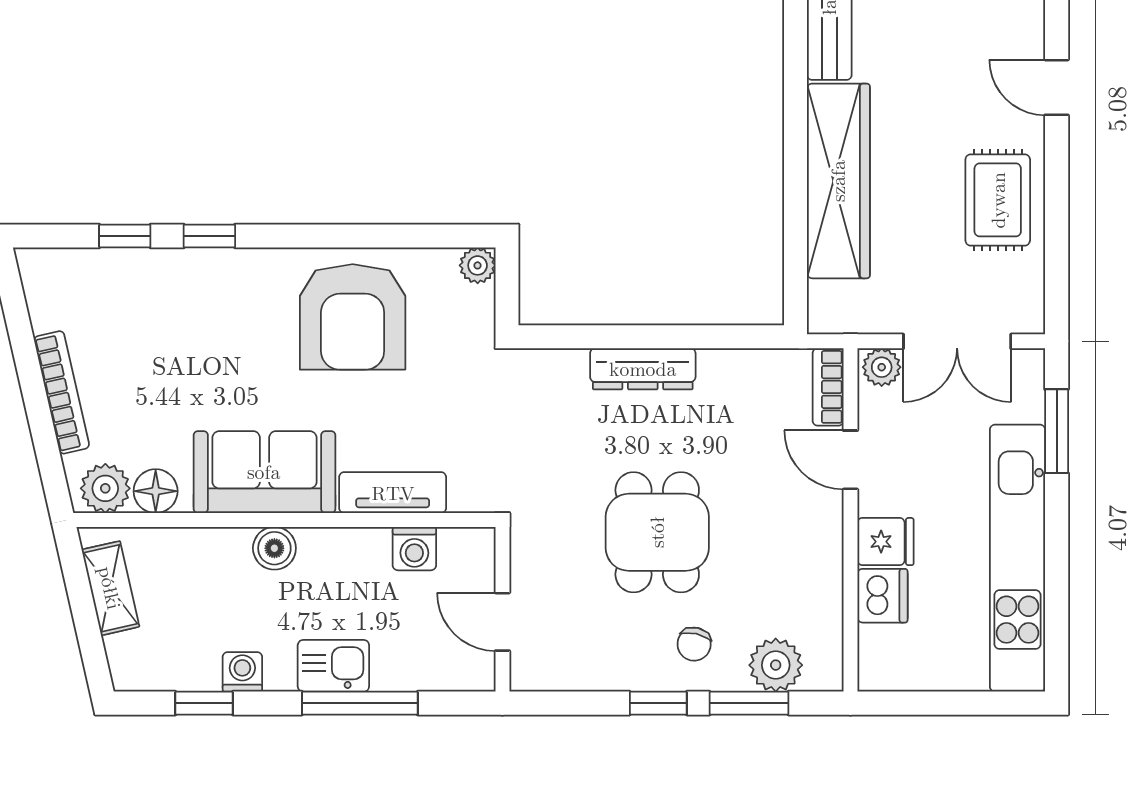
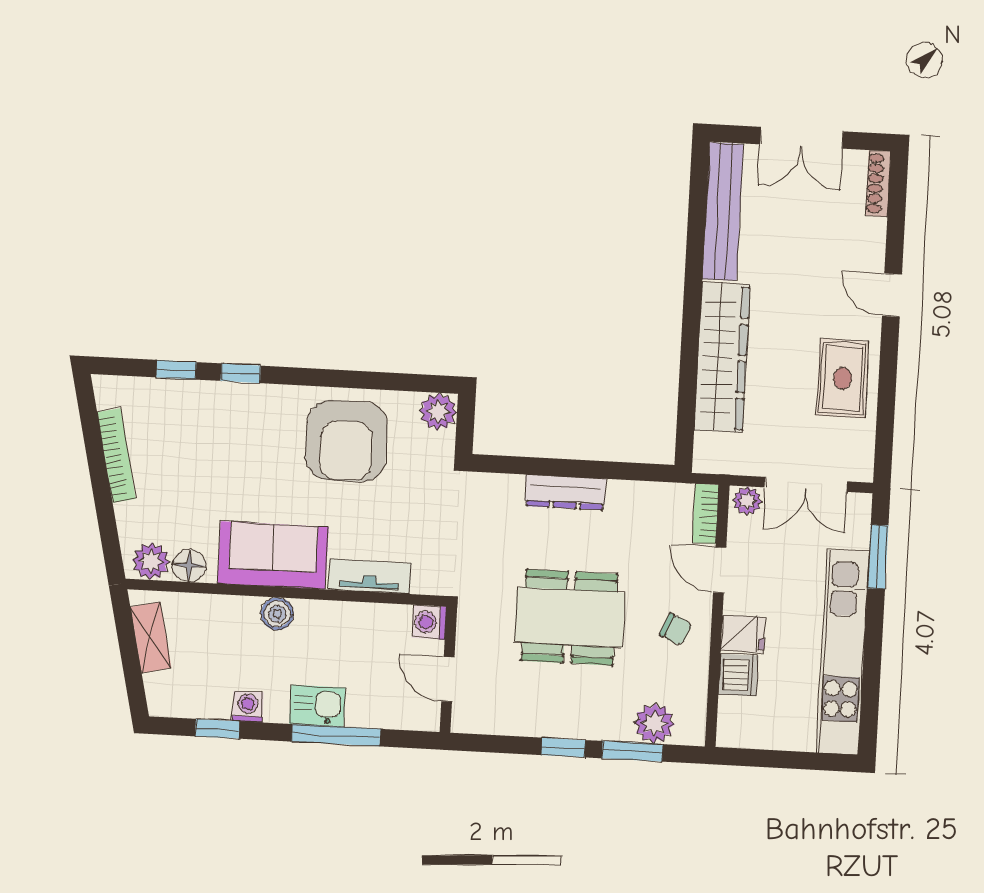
plant: (478, 265) -> (438, 412), width x1.38, depth x1.38
bookcase: (62, 392) -> (116, 455), moved
dining table: (657, 532) -> (570, 617), width x1.38
washing machine: (414, 549) -> (429, 622), moved, turned 90
chair: (694, 644) -> (676, 629), moved, turned -79

